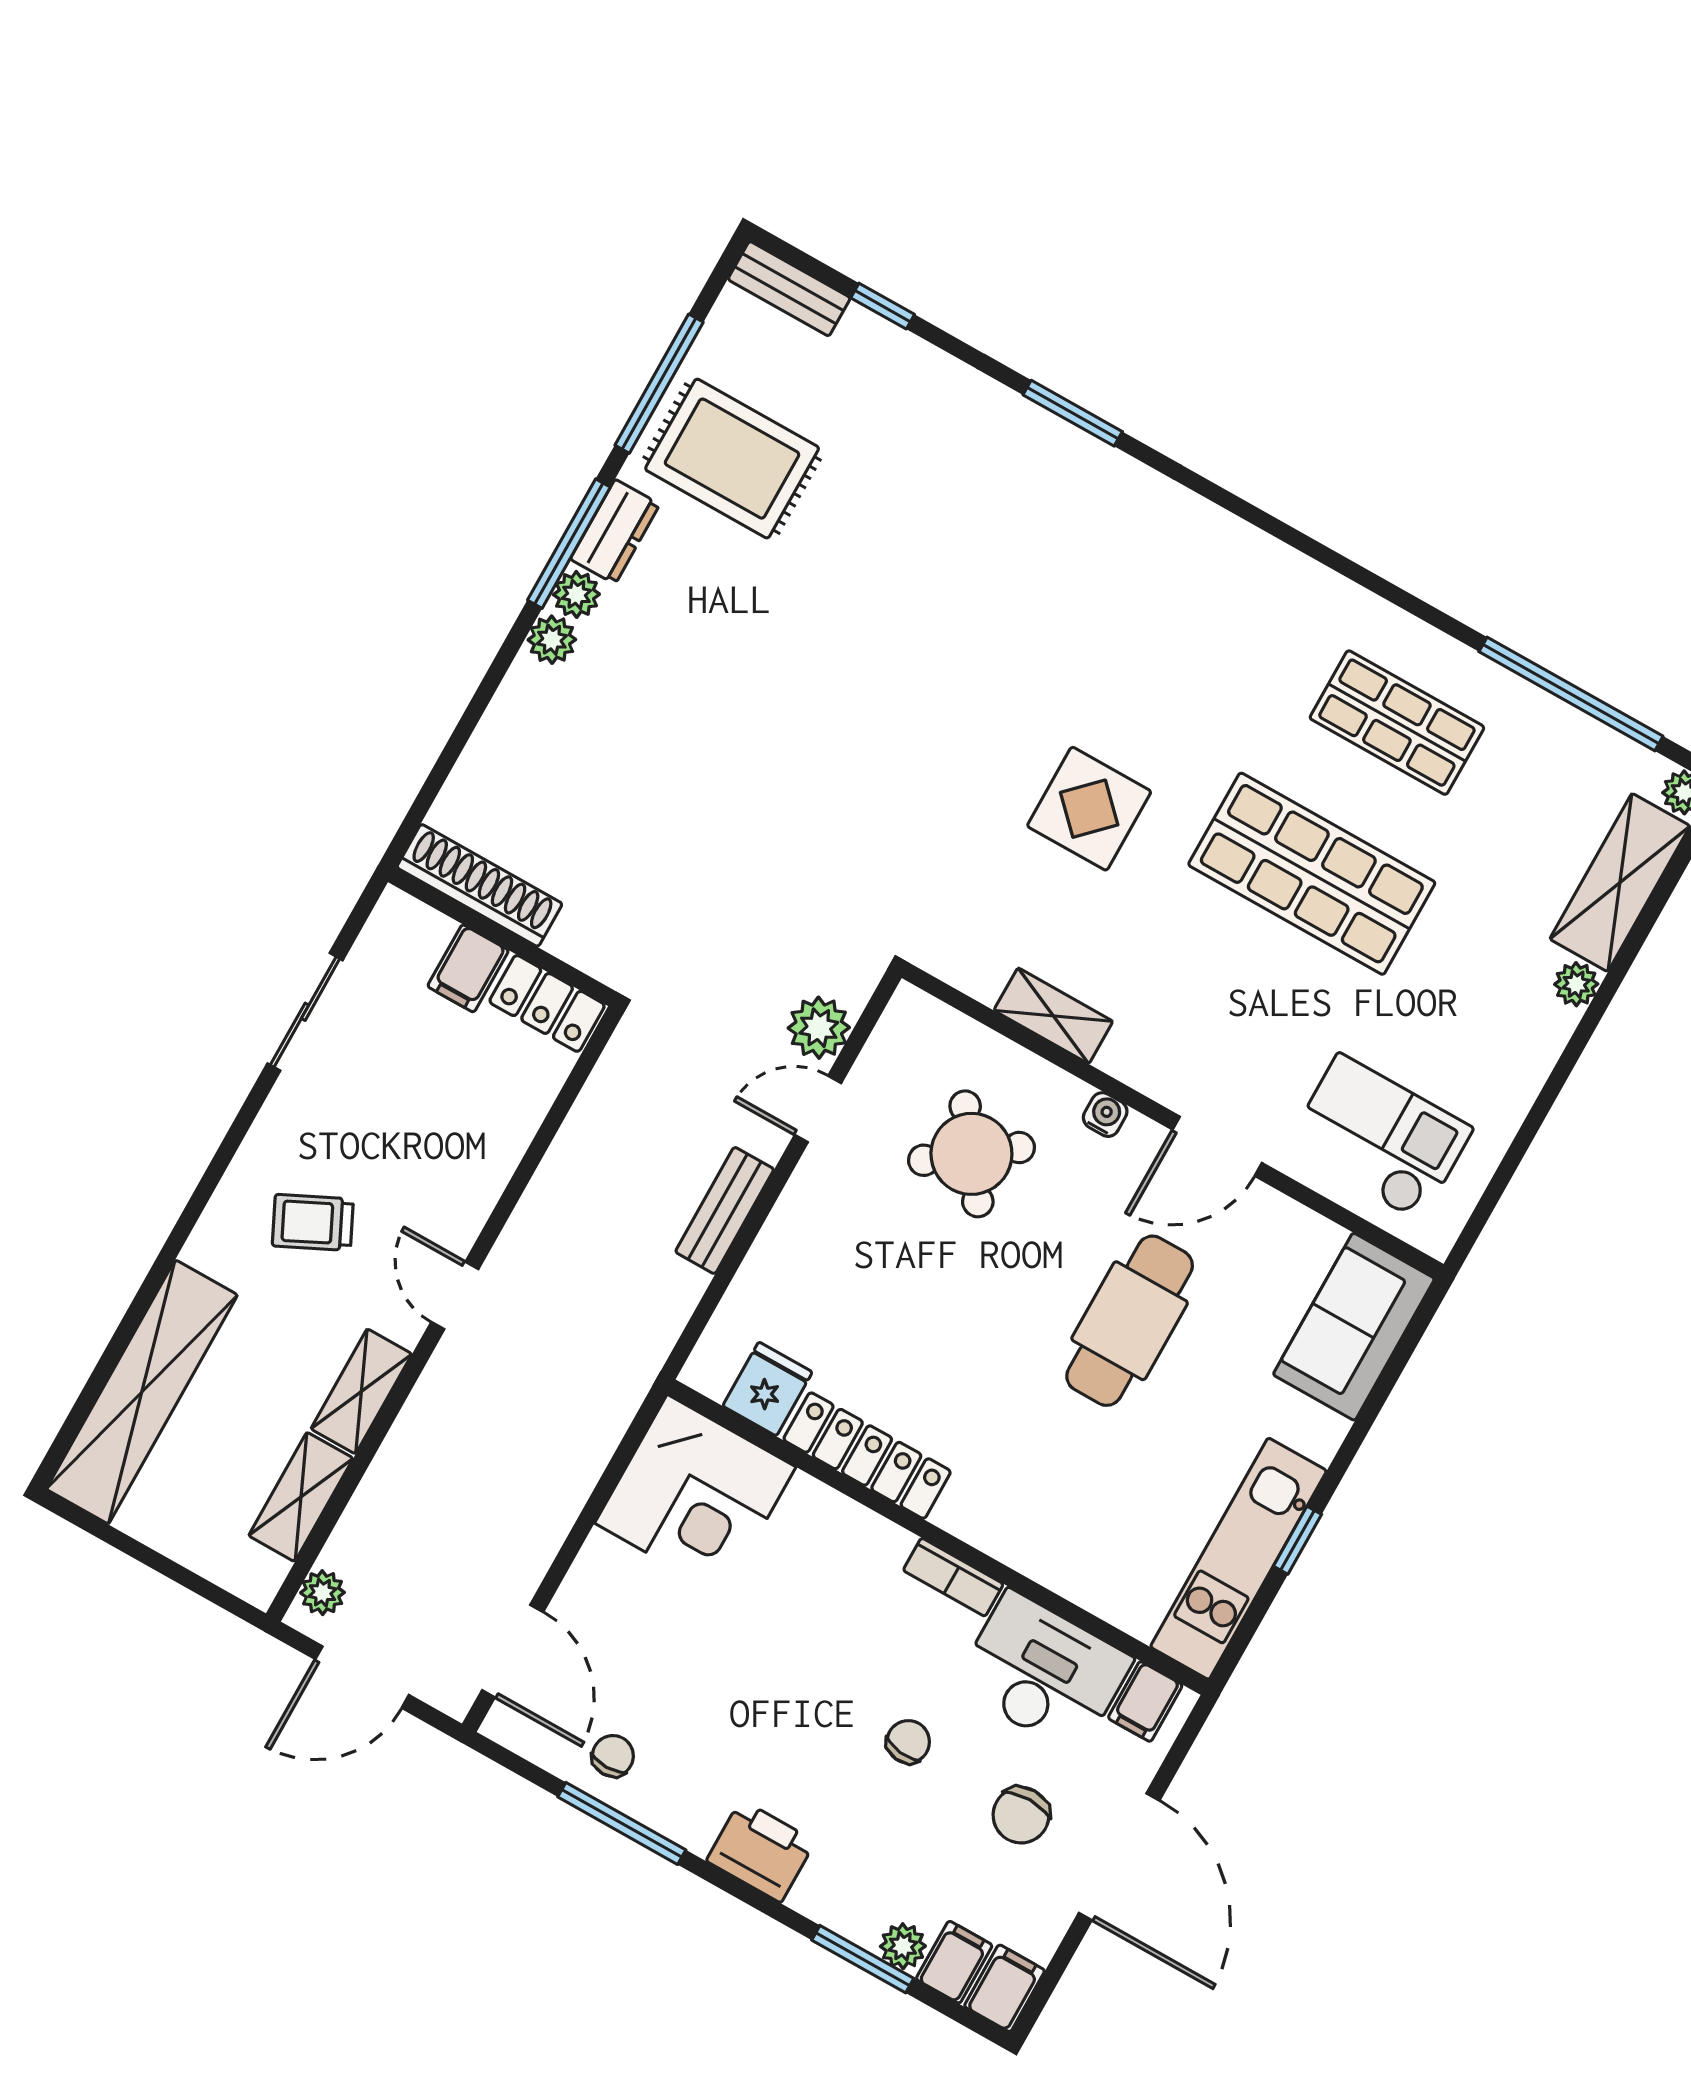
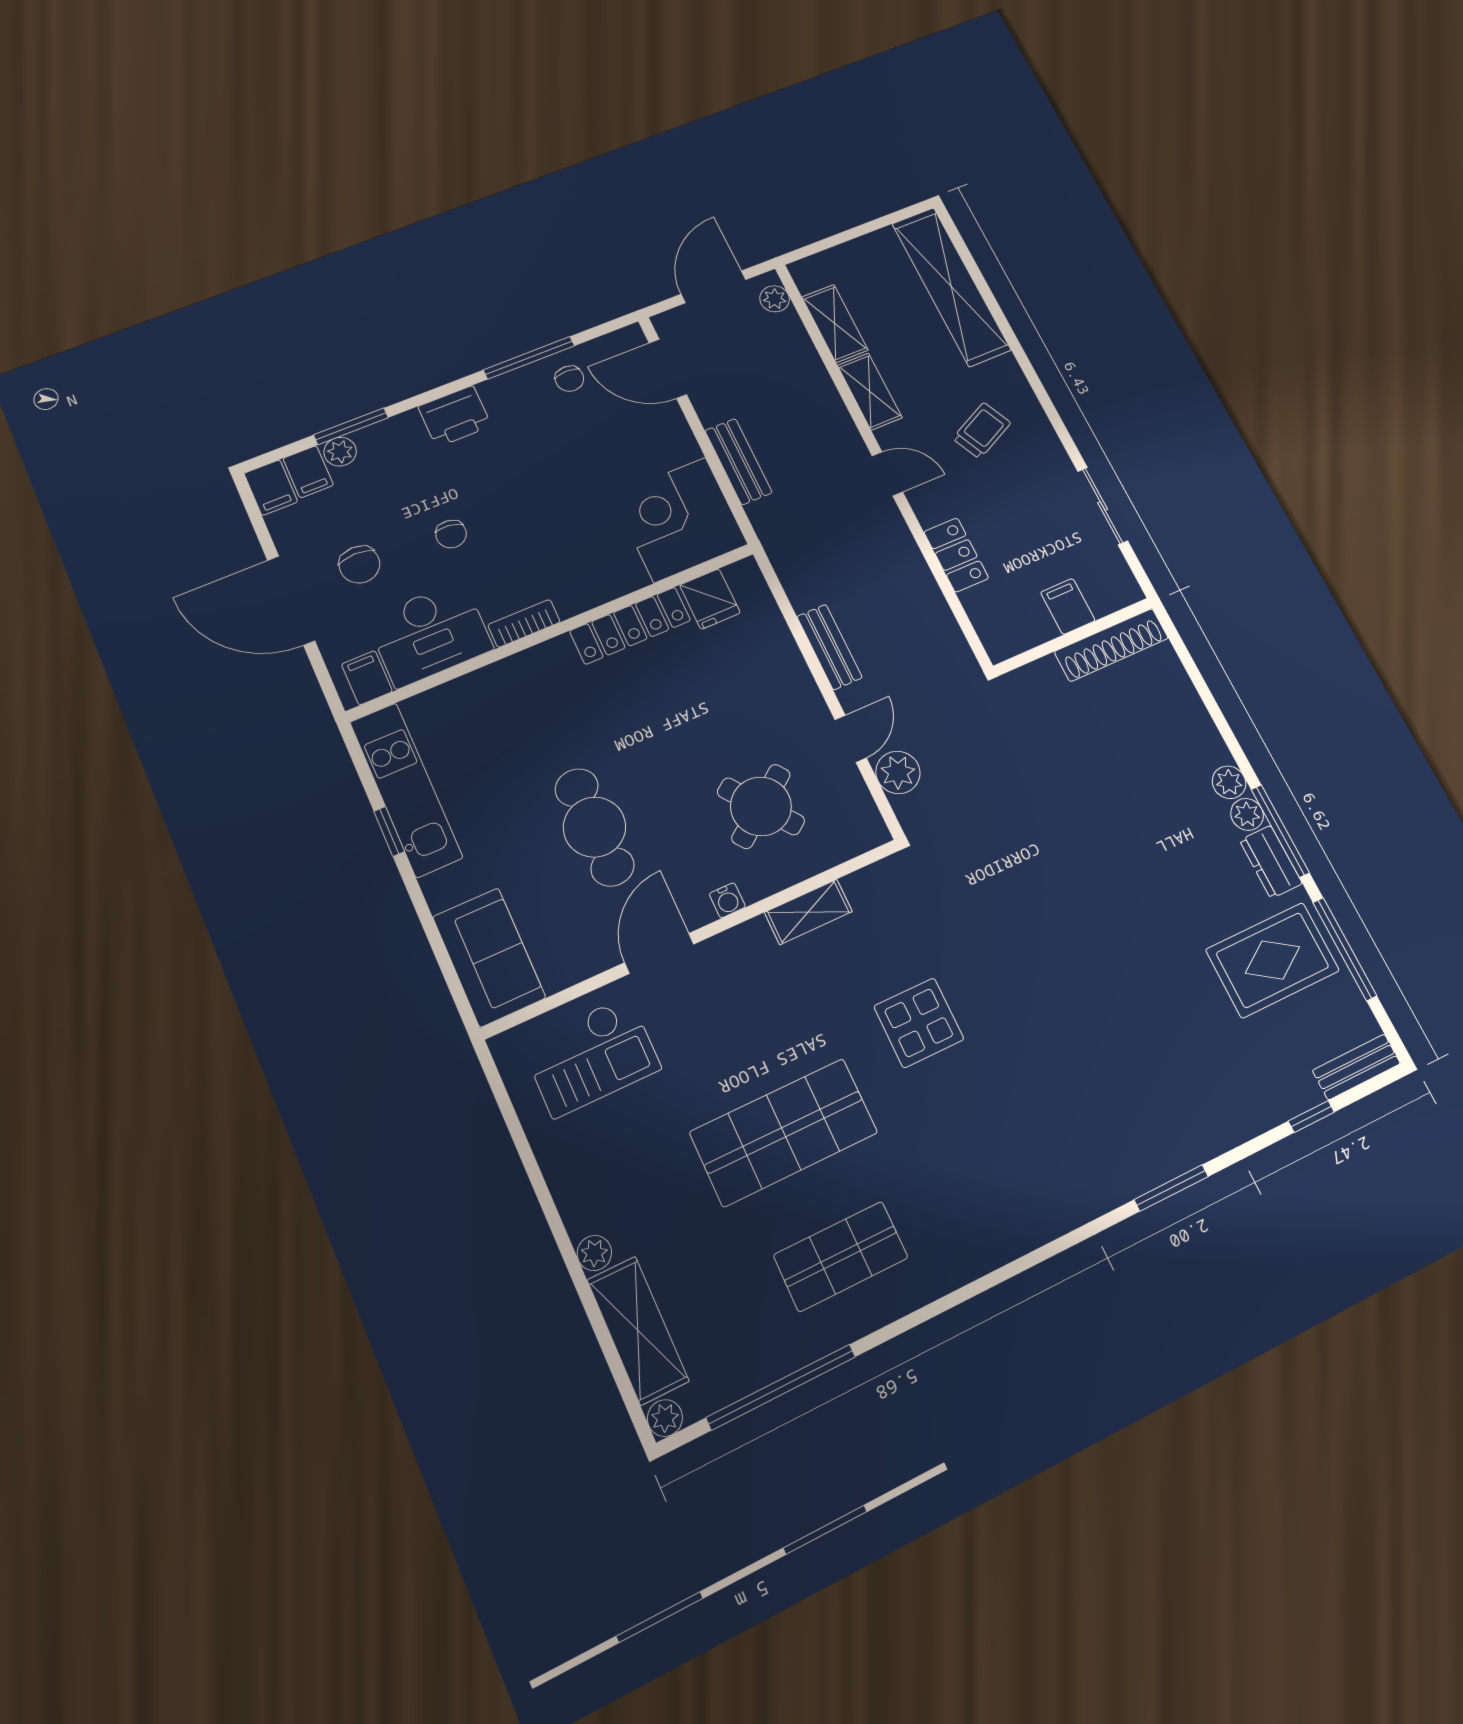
locker: (547, 1003) -> (956, 555), moved, turned 90
bench: (571, 1481) -> (738, 462), added
chair: (1021, 1815) -> (360, 565), turned 180

